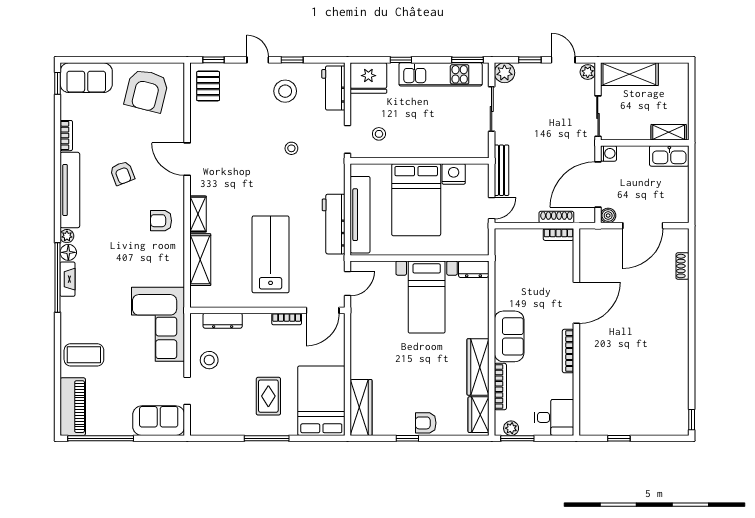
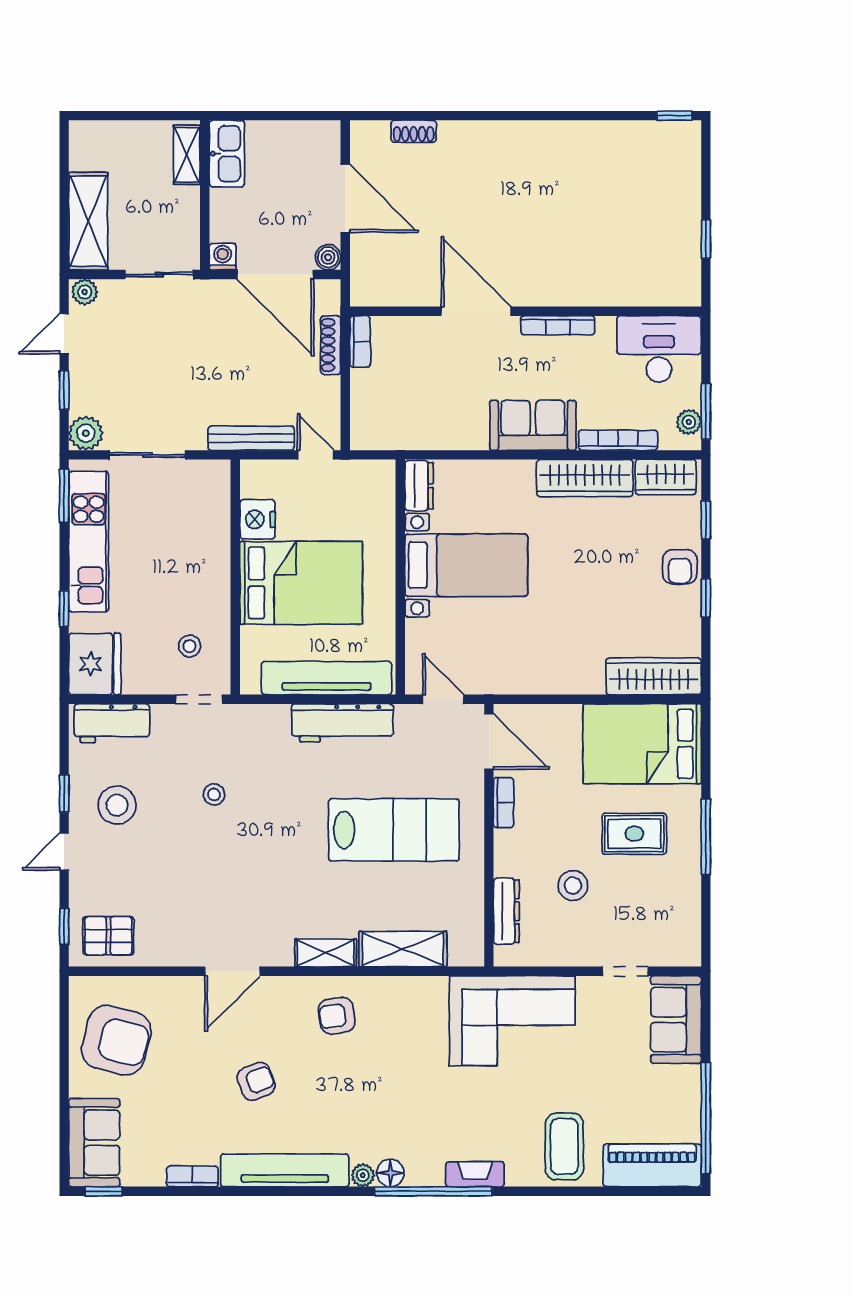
armchair: (161, 221) -> (337, 1016), turned 82
lab bench: (271, 254) -> (394, 830), turned 180
fireplace: (68, 279) -> (475, 1174), moved
stool: (209, 360) -> (573, 886), moved
desk: (554, 417) -> (659, 349), width x1.37
window: (453, 438) -> (706, 520), added

